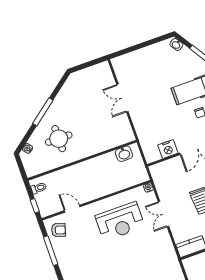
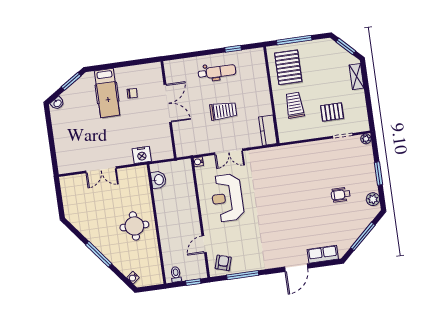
round table: (59, 139) -> (134, 226), moved
nightstand: (168, 149) -> (142, 155), moved, turned 90
reception desk: (120, 221) -> (227, 198), turned 180

